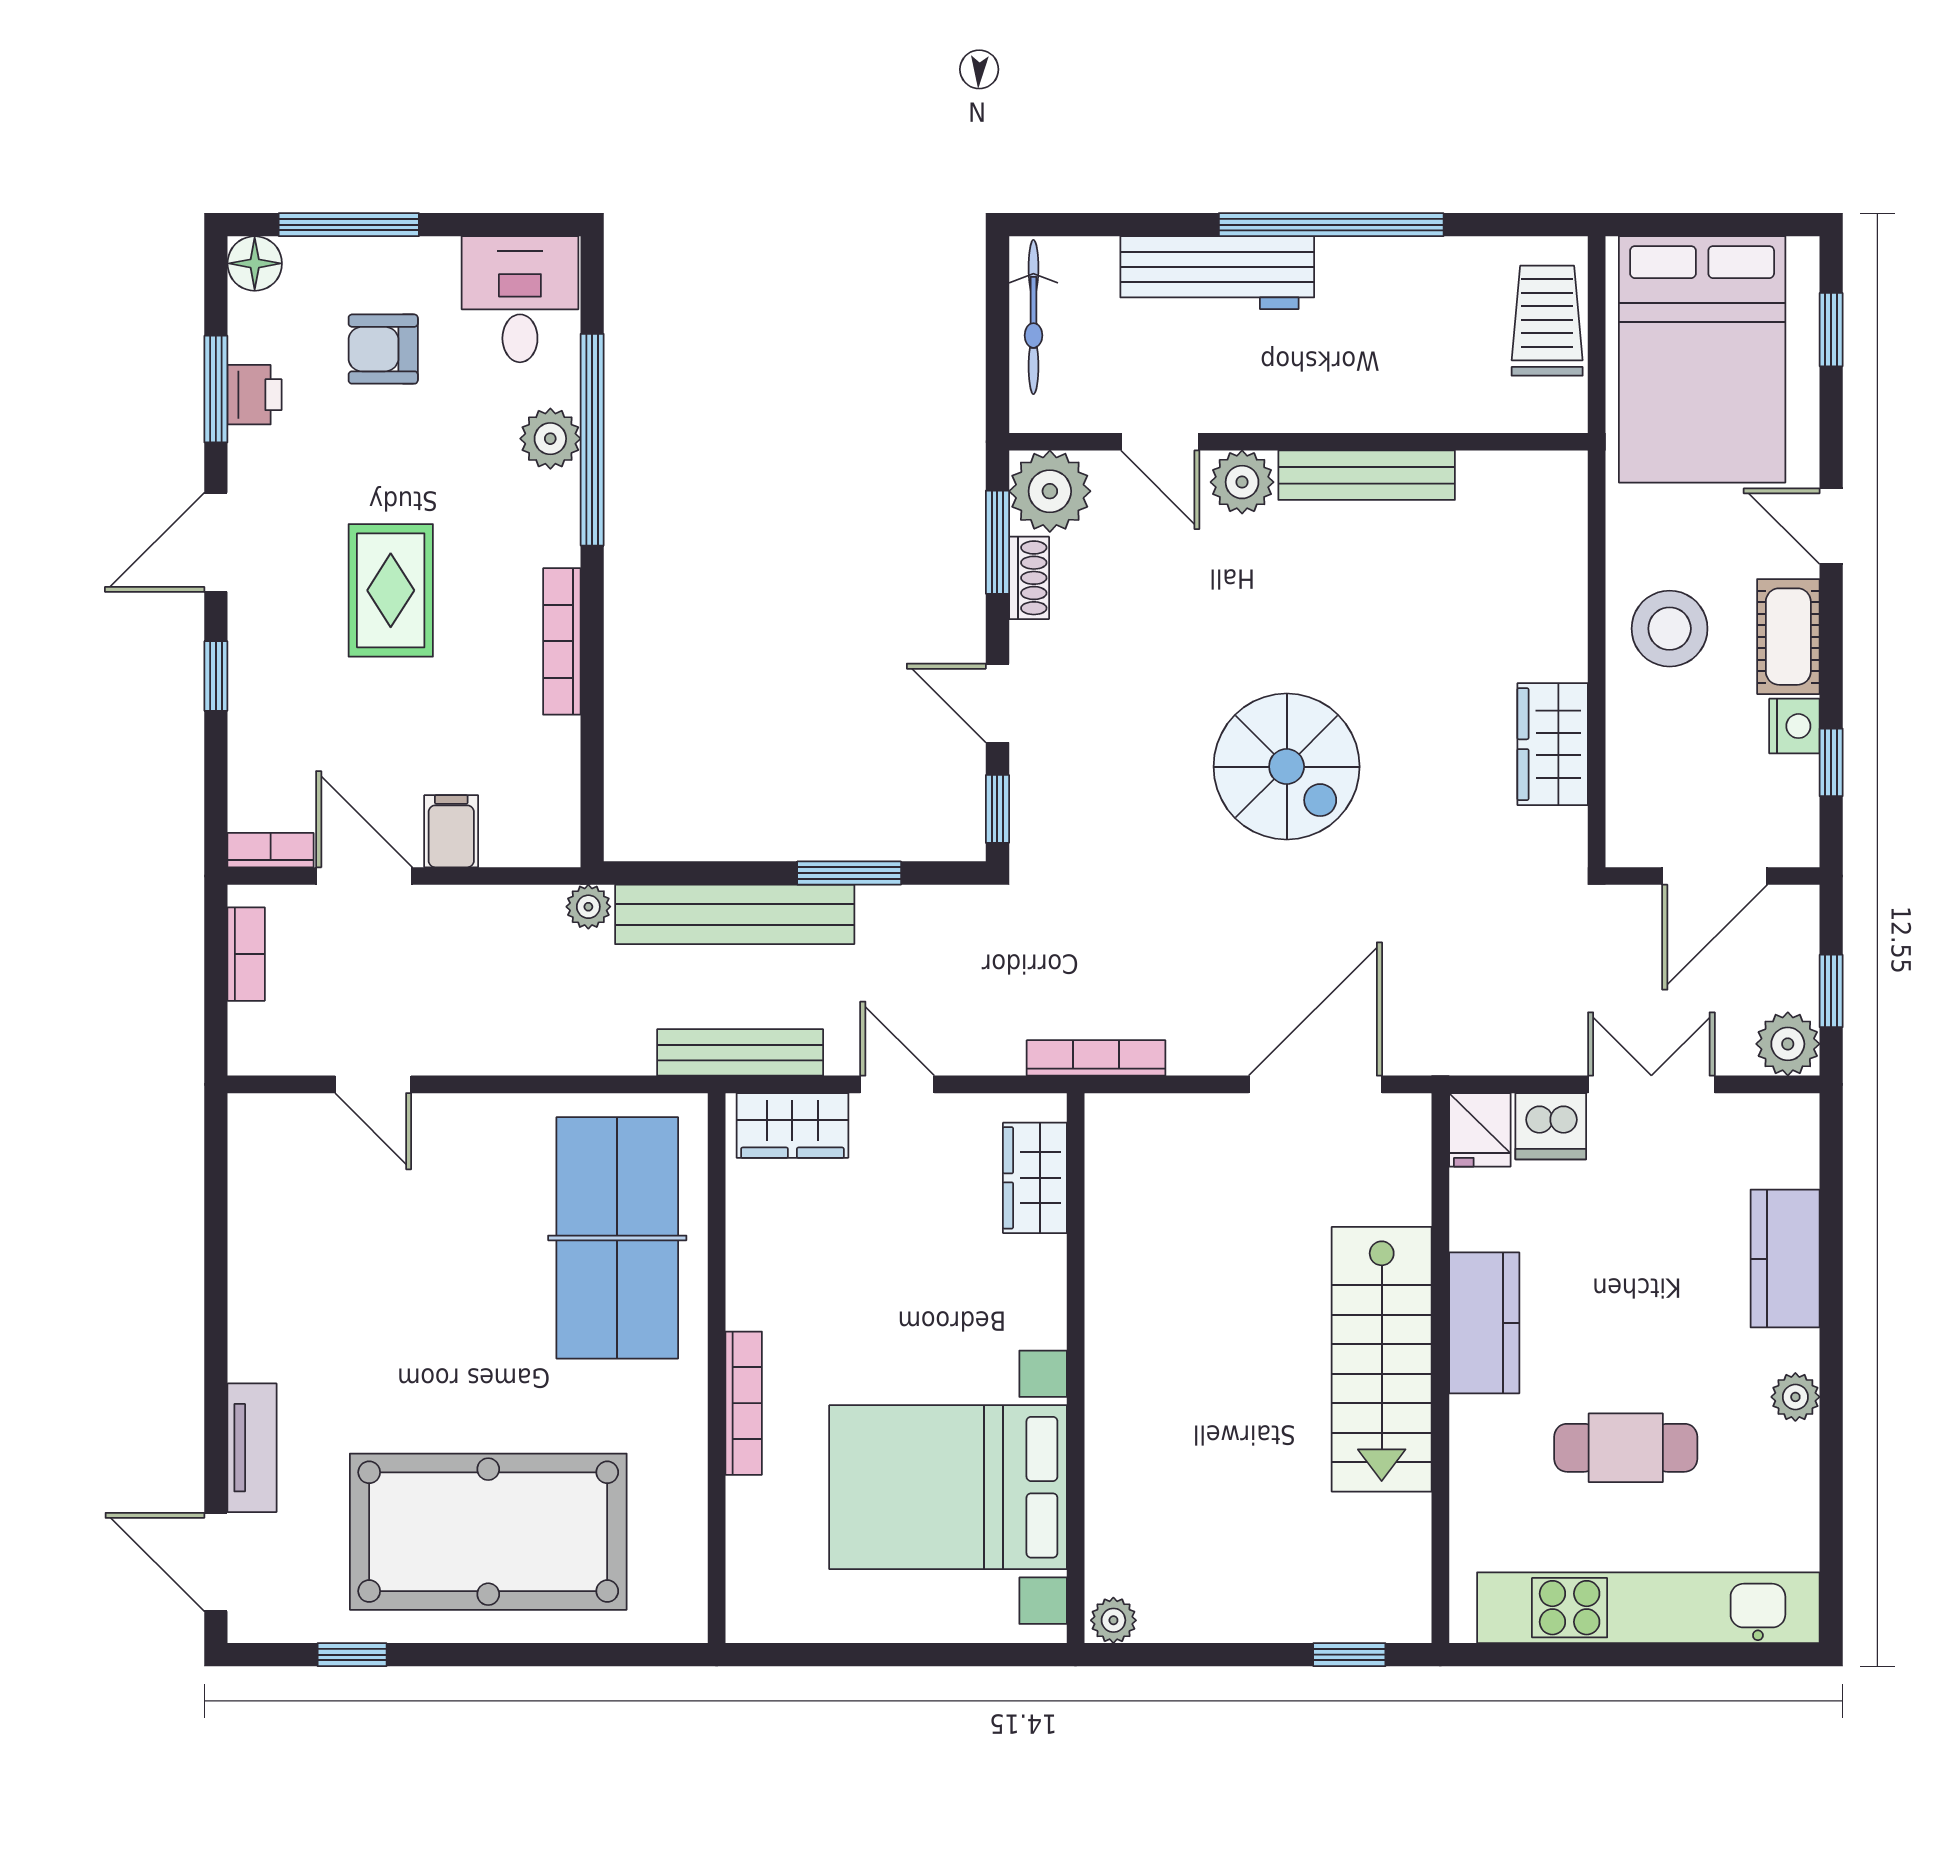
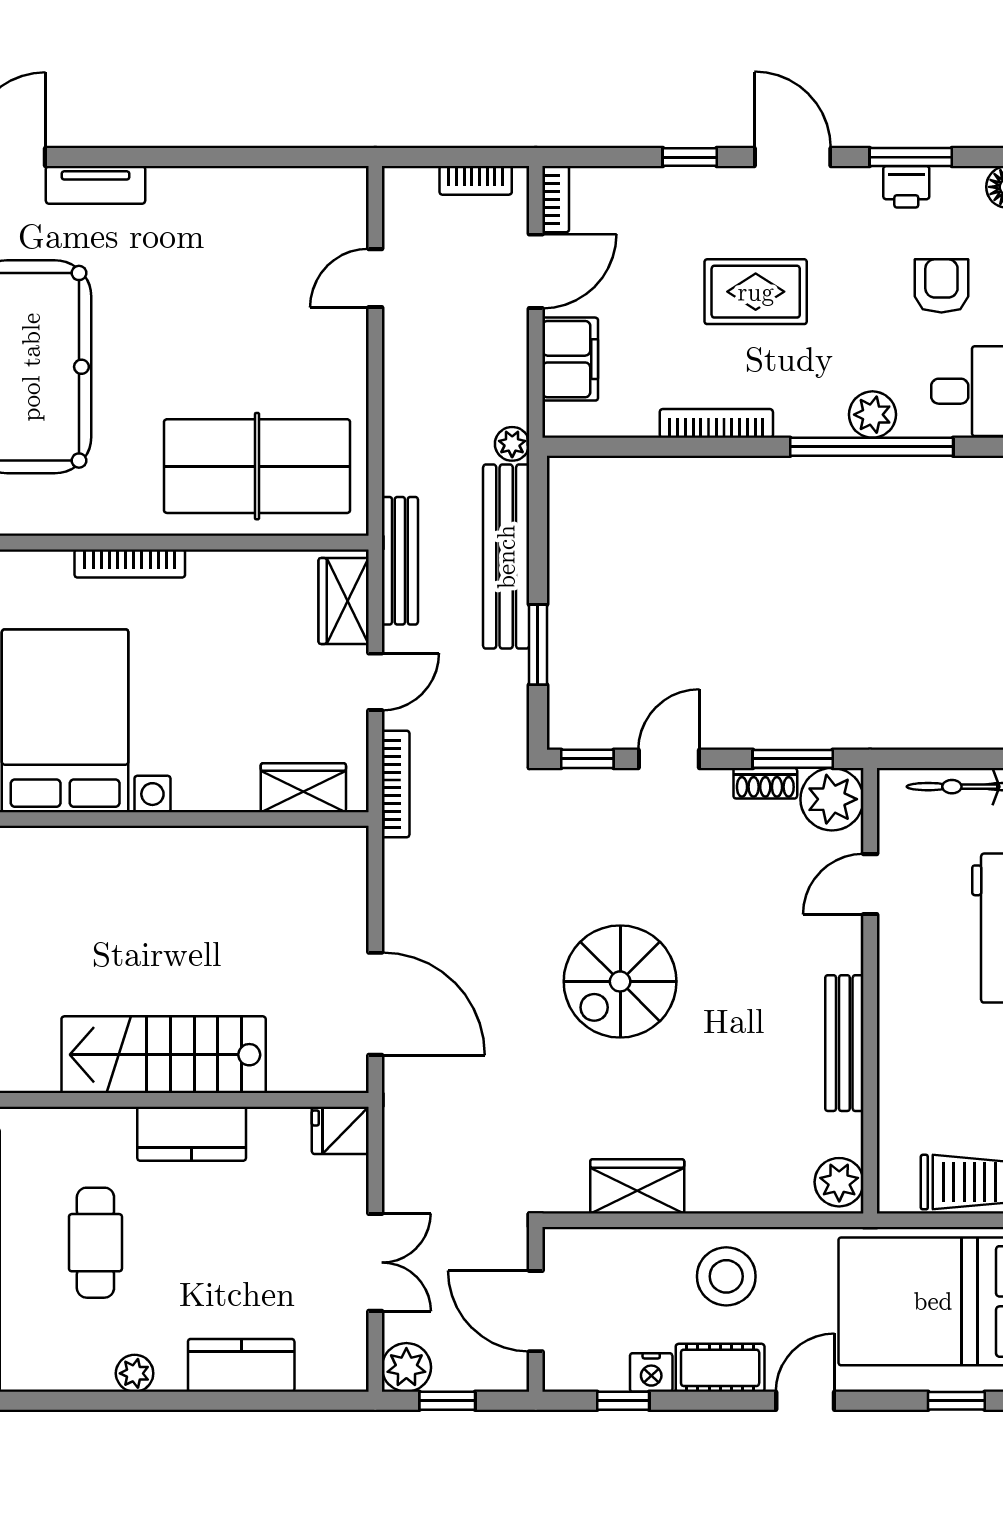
plant: (1242, 482) -> (839, 1182), moved
filing cabinet: (451, 831) -> (570, 359), width x2.00
bookcase: (1096, 1058) -> (396, 784), moved
dishwasher: (1551, 1126) -> (343, 1185), removed

